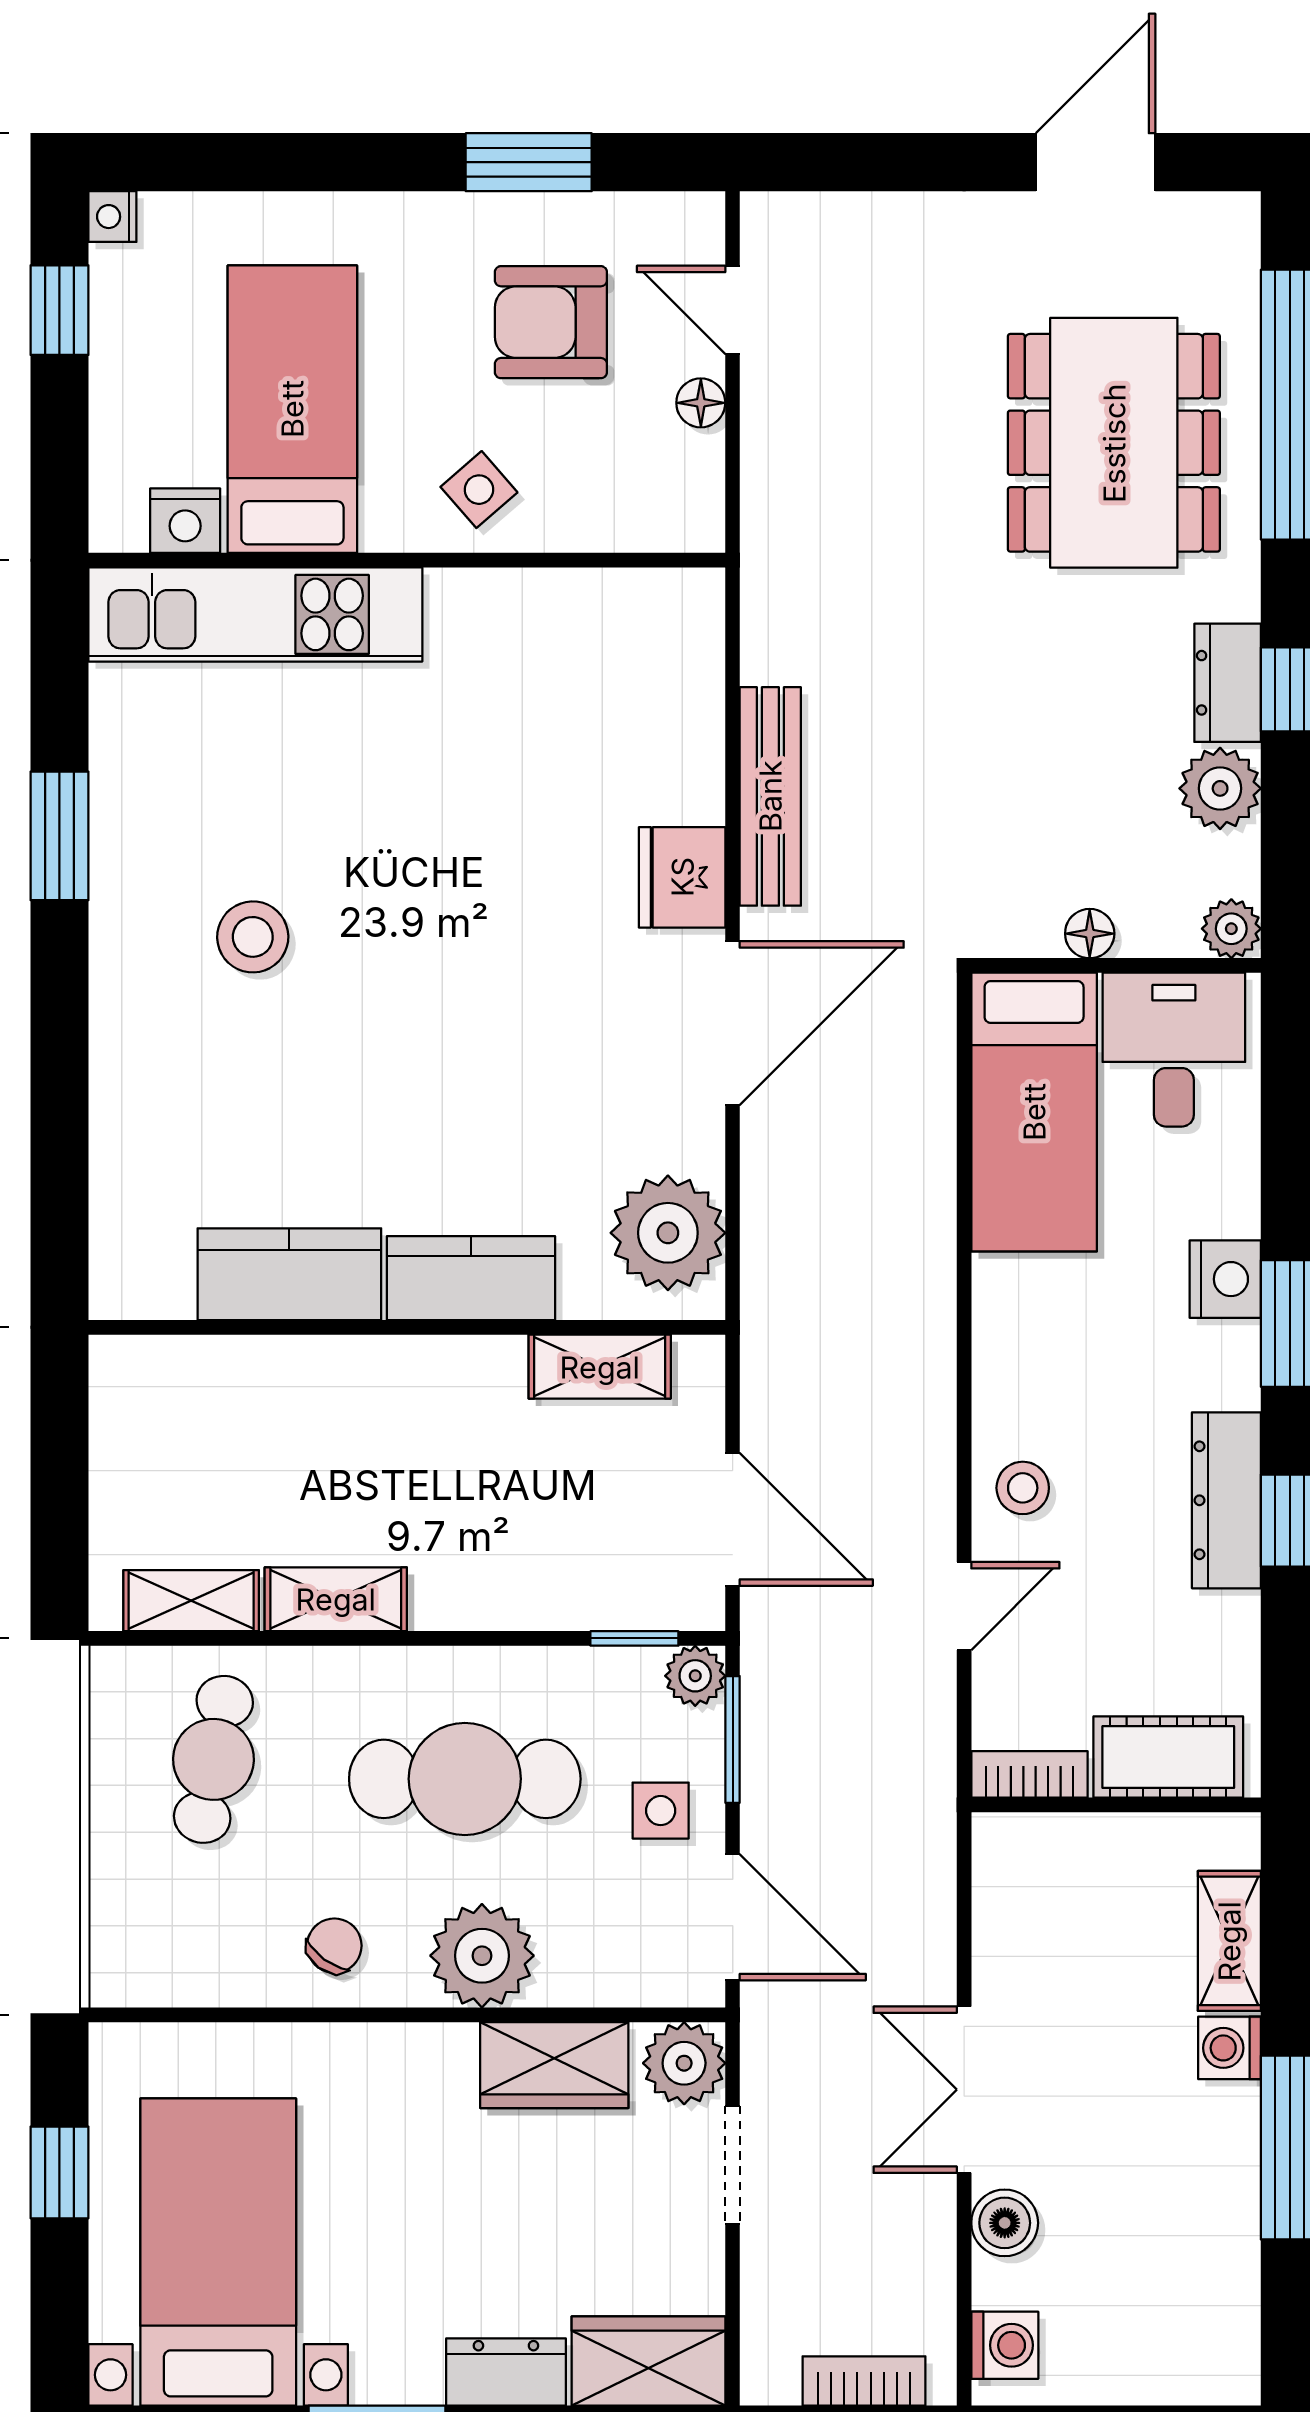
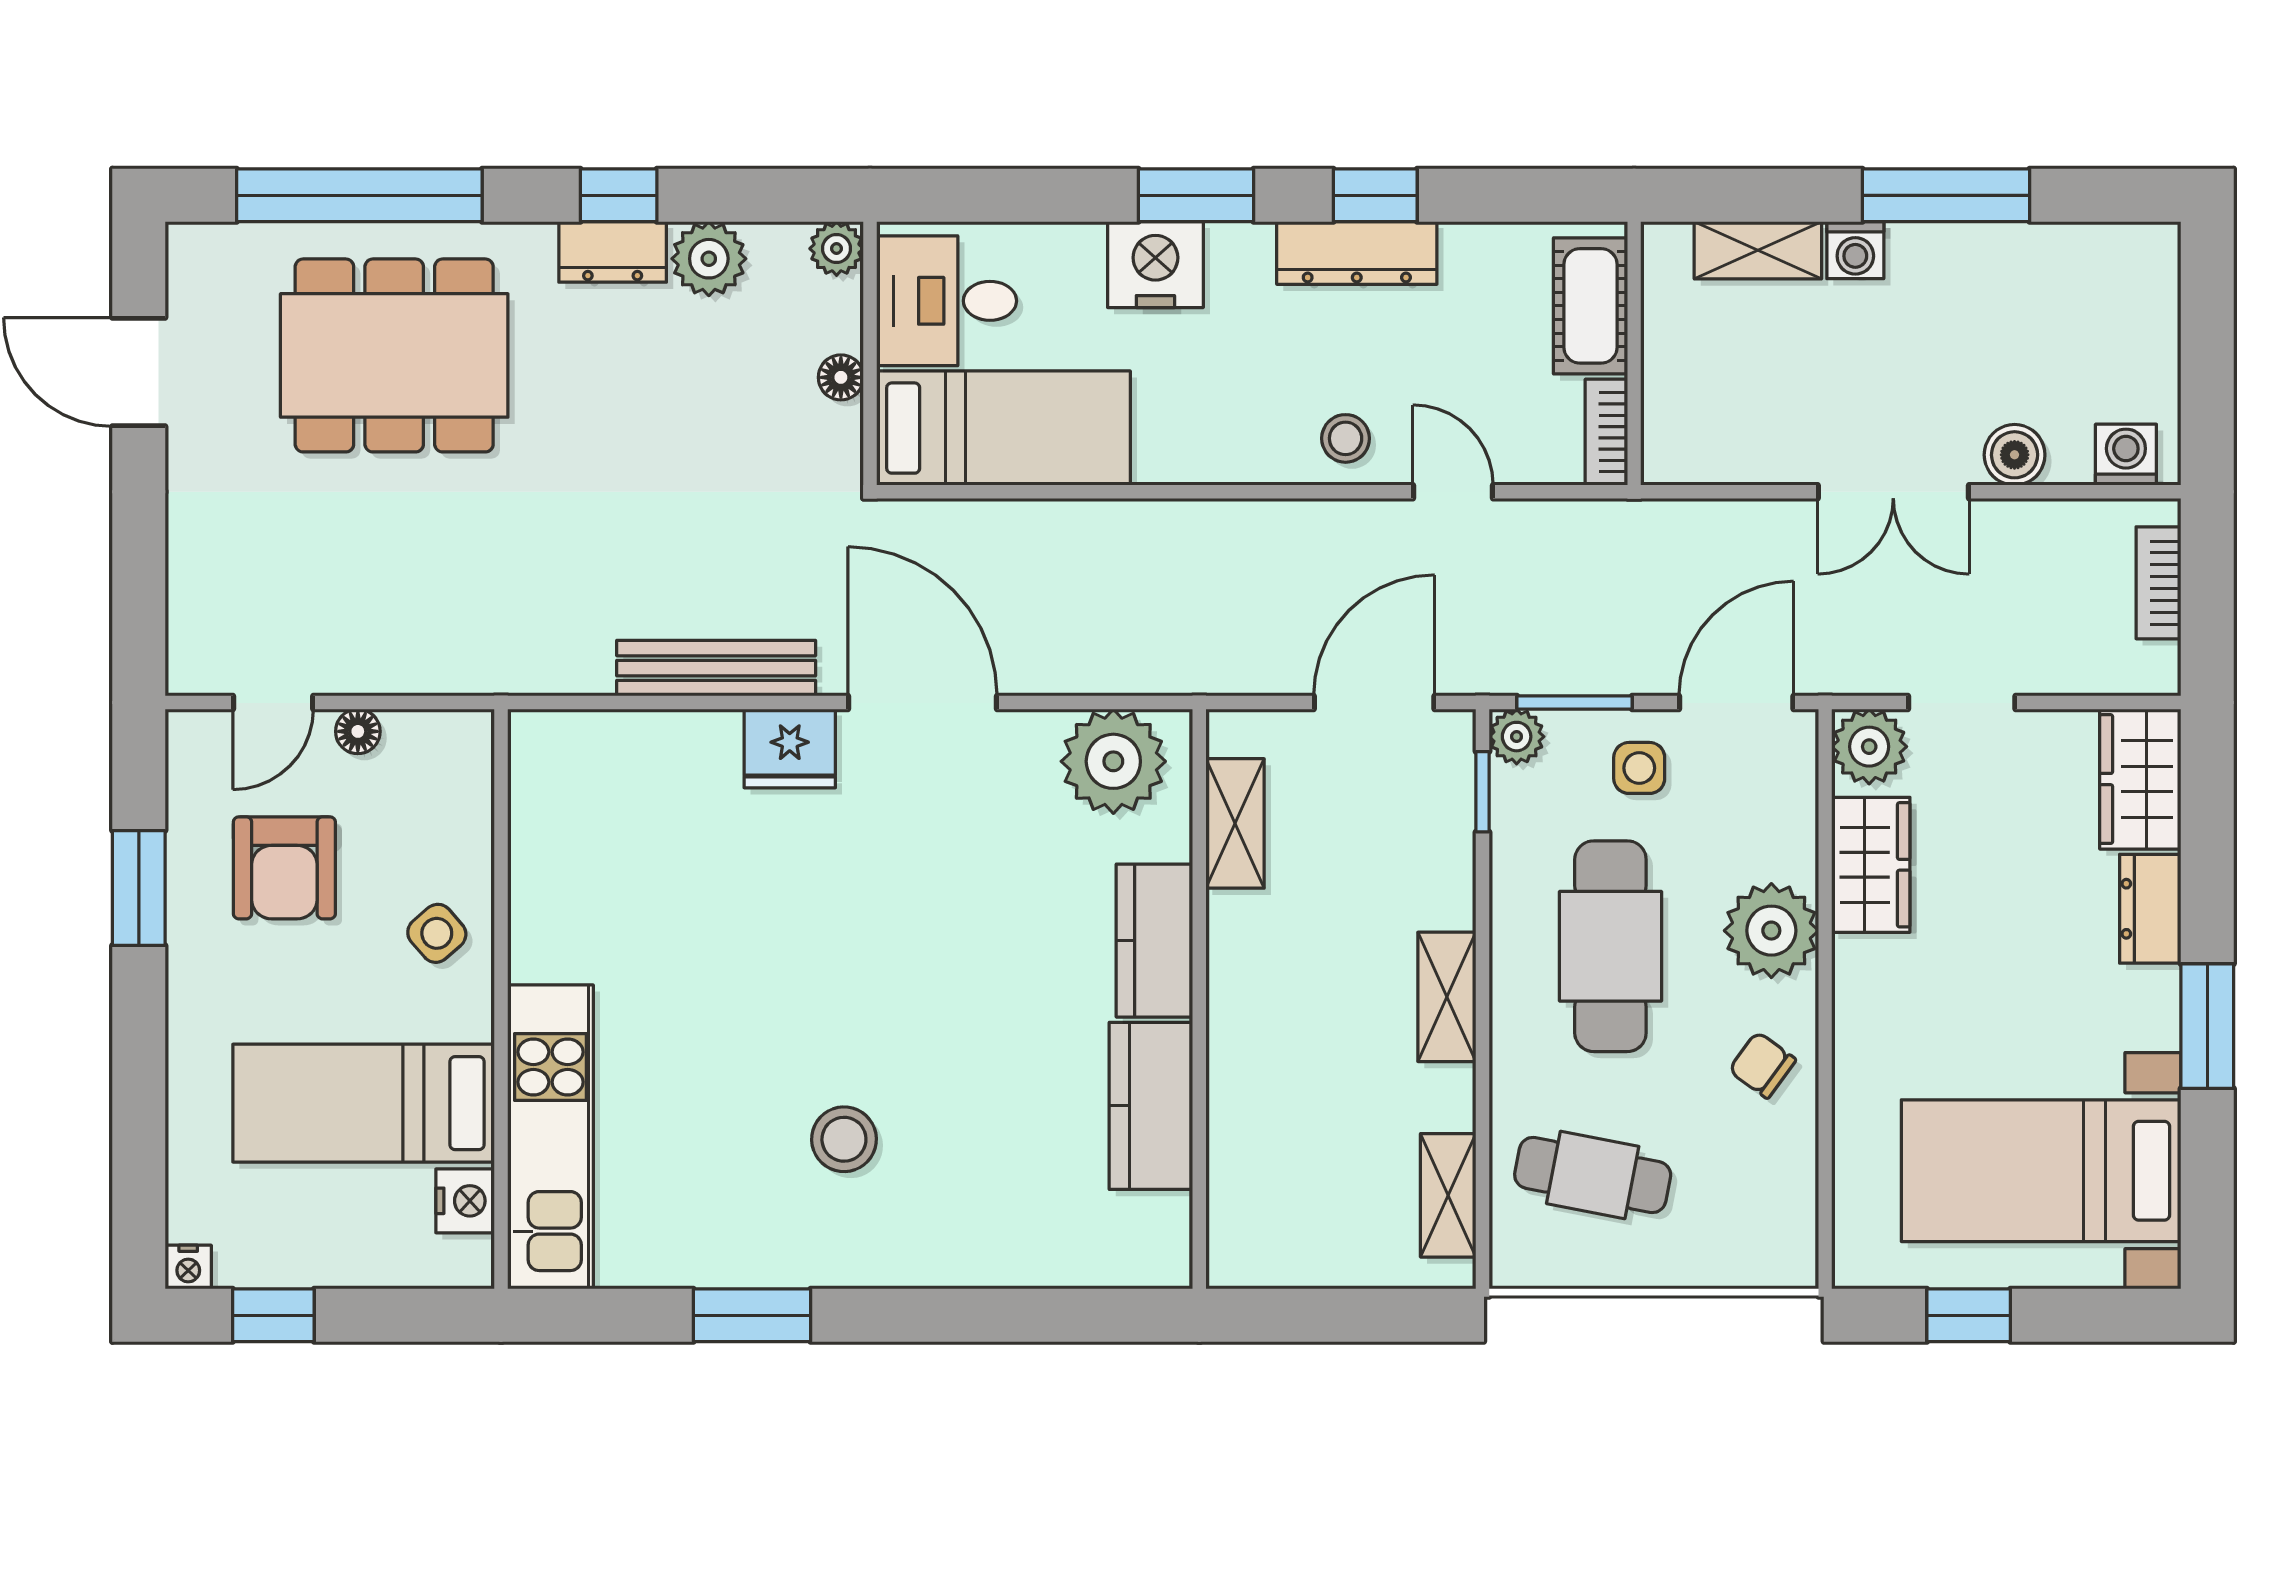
nightstand: (1225, 1279) -> (1155, 265), width x1.36, depth x1.33
shelving: (336, 1599) -> (1447, 997), moved

